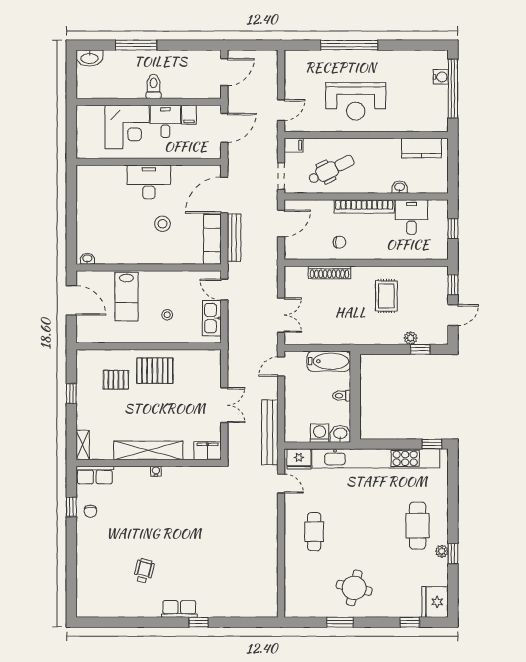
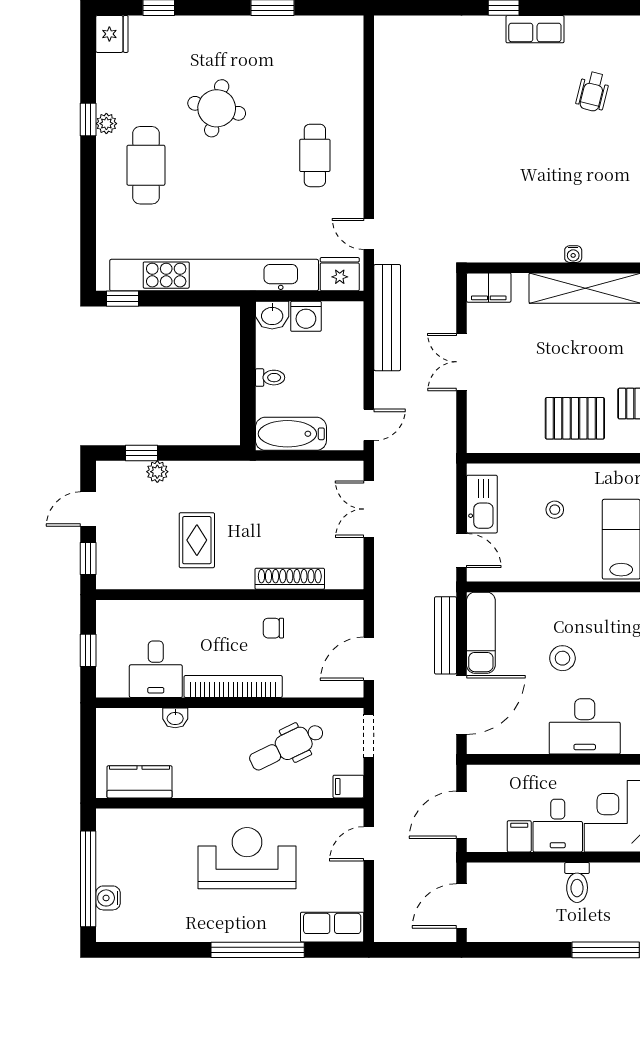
row of seats: (304, 59) -> (332, 927), added
round table: (354, 588) -> (217, 108), moved
fridge: (435, 602) -> (112, 34), width x0.73, depth x0.75

